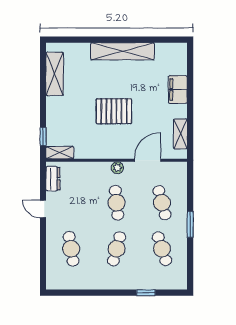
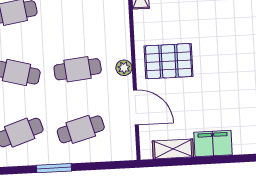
filing cabinet: (178, 90) -> (213, 143), moved
pallet: (114, 111) -> (169, 61), moved, turned 90

